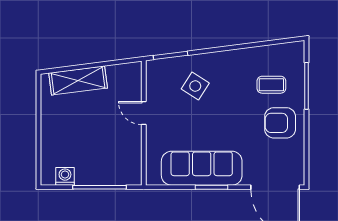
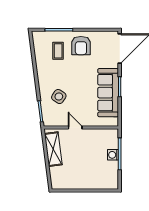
shelving: (78, 80) -> (53, 149), moved
door: (144, 113) -> (75, 127), swing flipped
washing machine: (65, 176) -> (113, 155), moved

